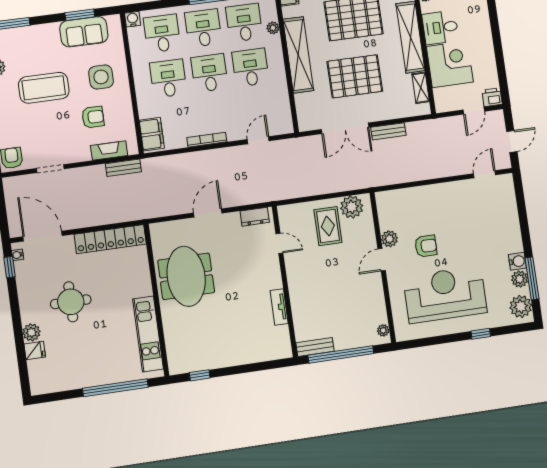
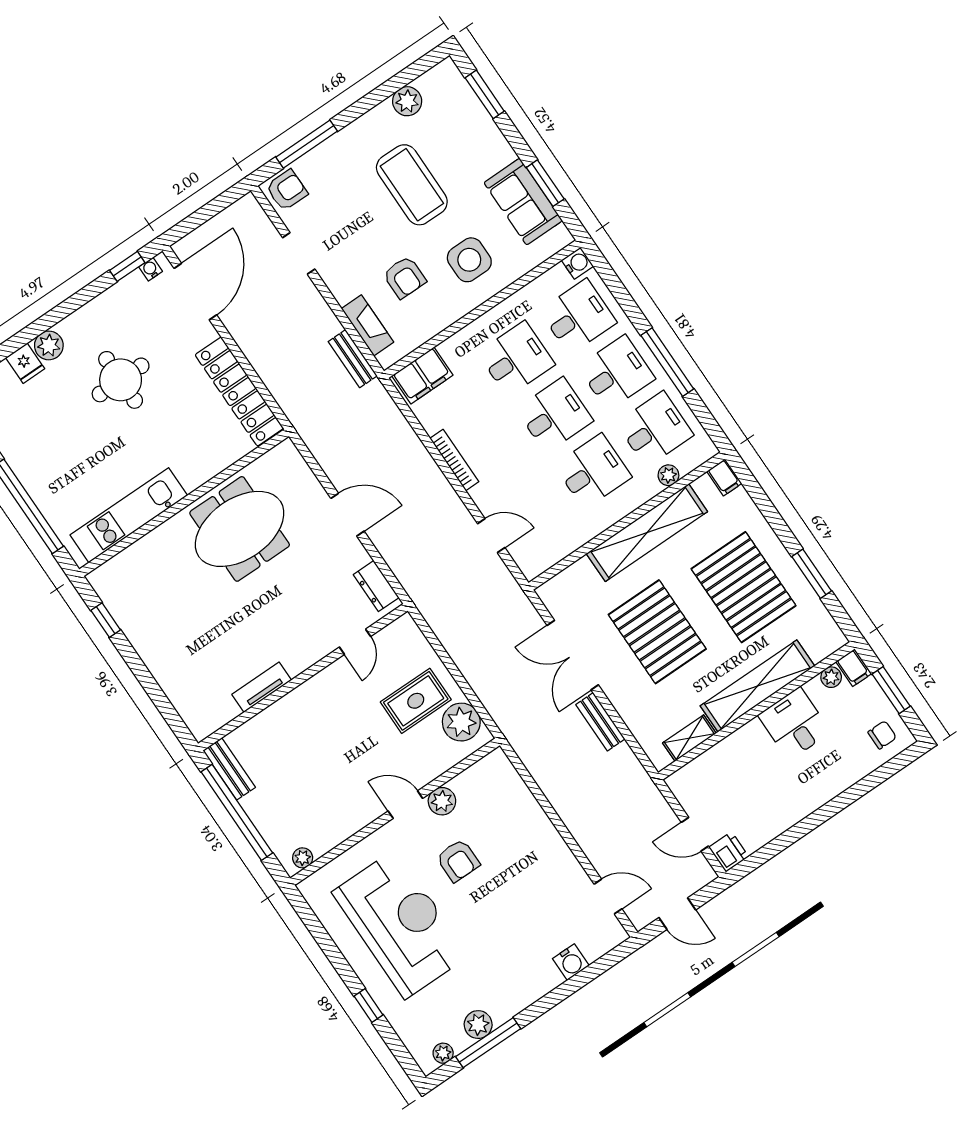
corner desk: (450, 64) -> (746, 765), removed
water cooler: (517, 261) -> (571, 962), moved
plant: (521, 306) -> (443, 1053), width x0.53, depth x0.53

